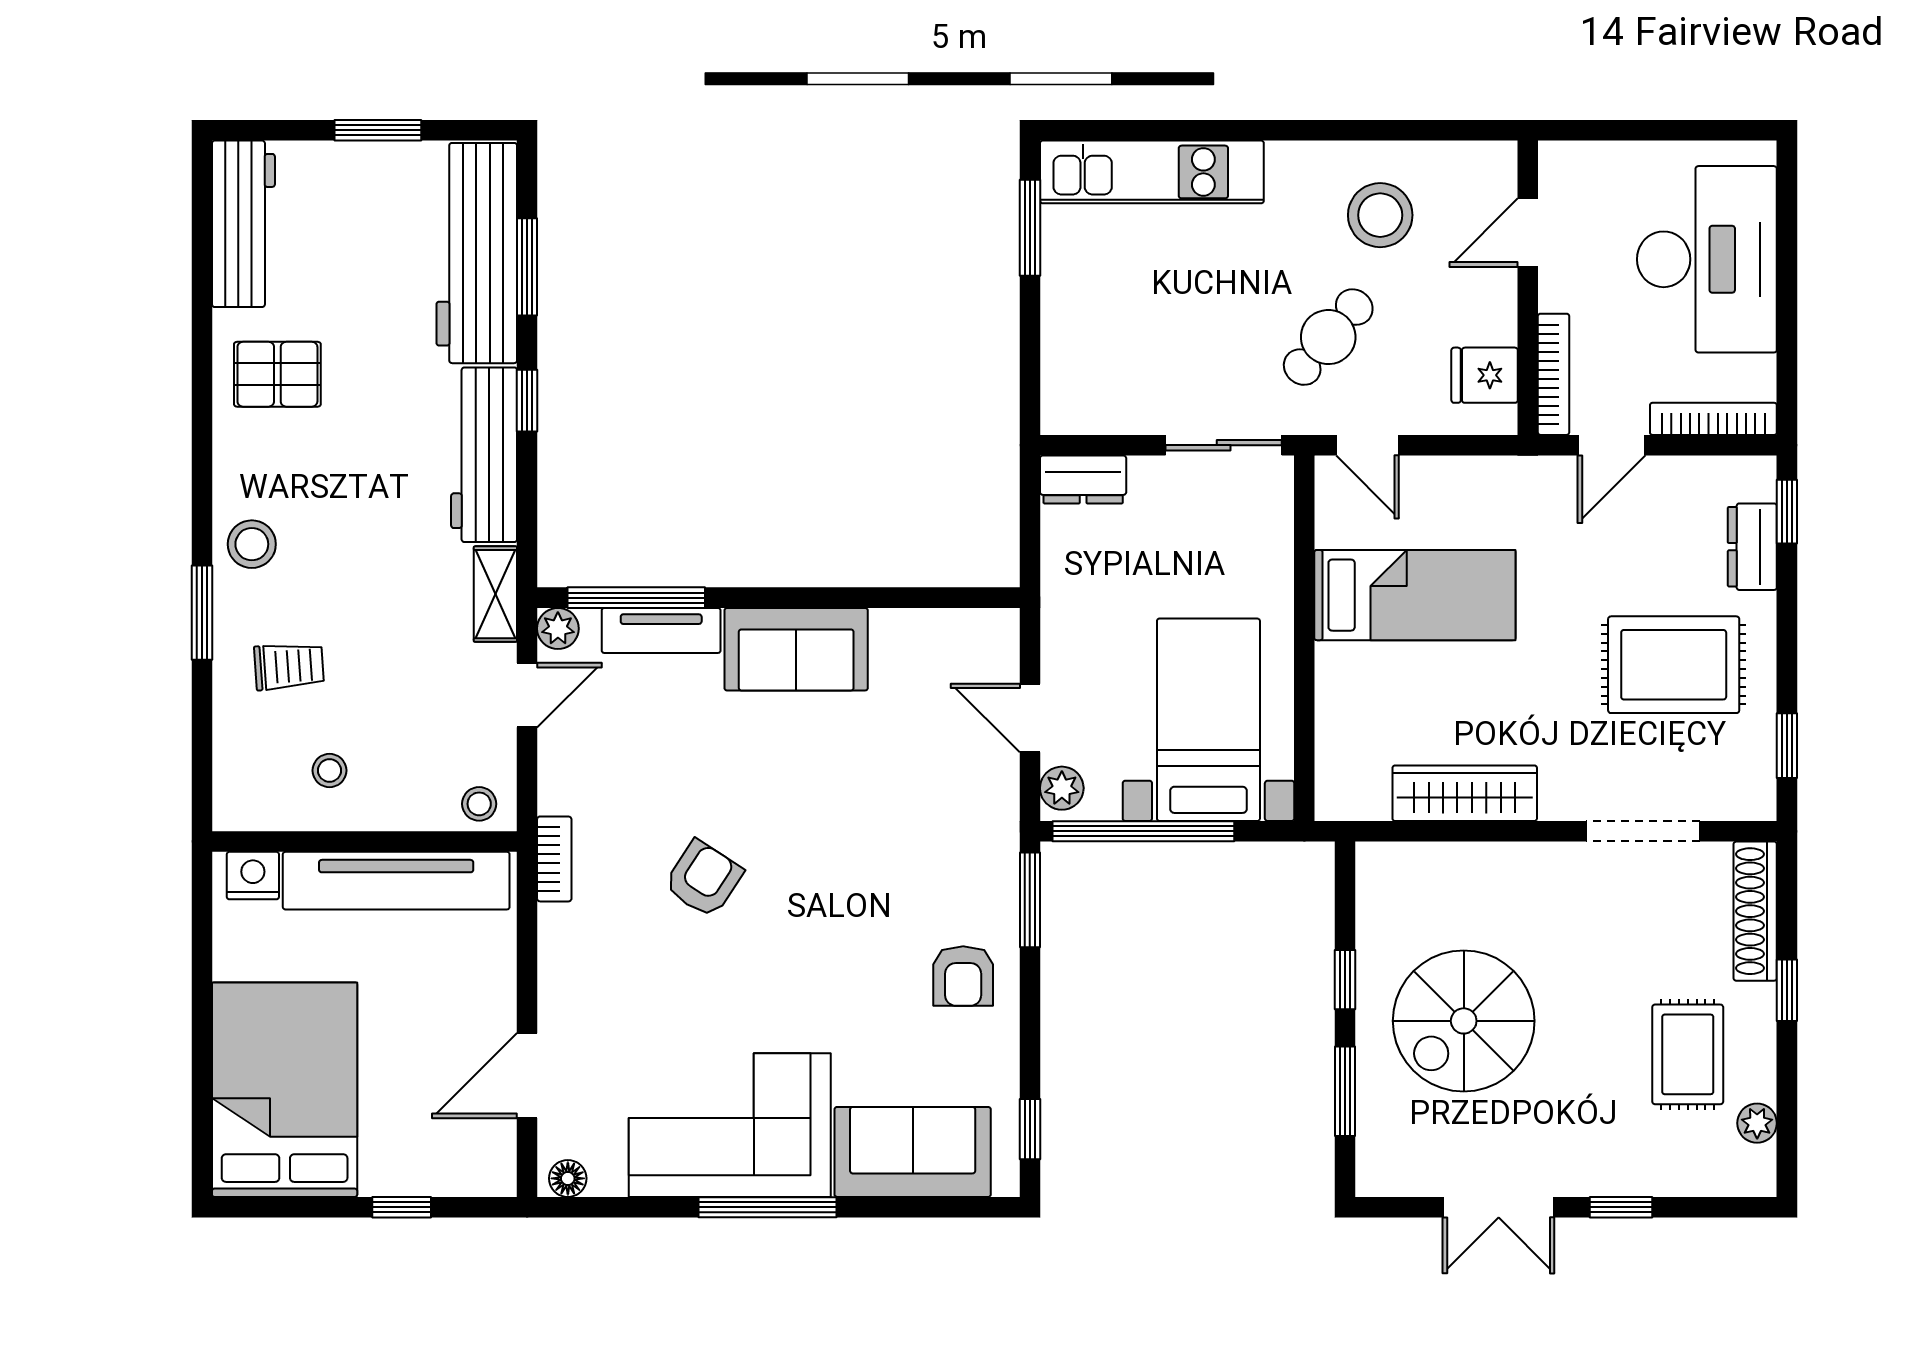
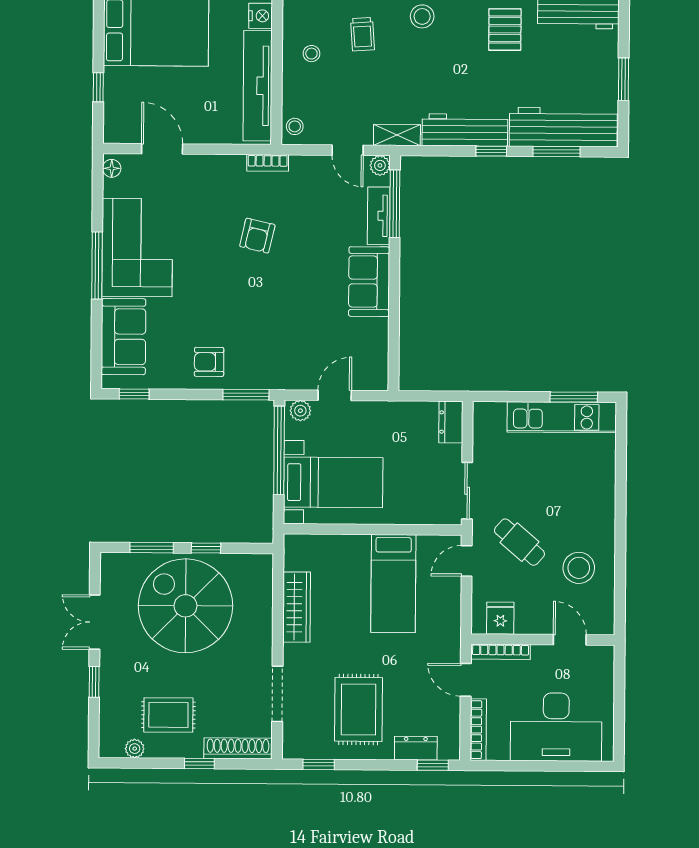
kitchen unit: (1152, 172) -> (562, 417), moved, turned -90
armchair: (704, 879) -> (257, 236), turned 70
spiral stairs: (1464, 1021) -> (185, 606), width x1.37, depth x1.37

